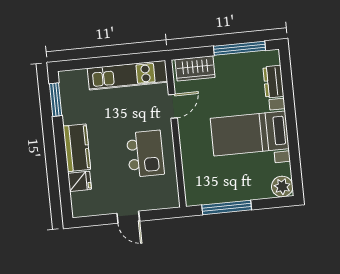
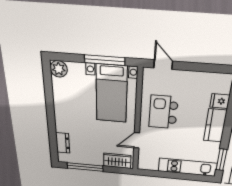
kitchen unit: (127, 75) -> (187, 167), moved
bed with nightstands: (250, 133) -> (112, 94), moved, turned 90
door: (128, 217) -> (163, 64), moved

